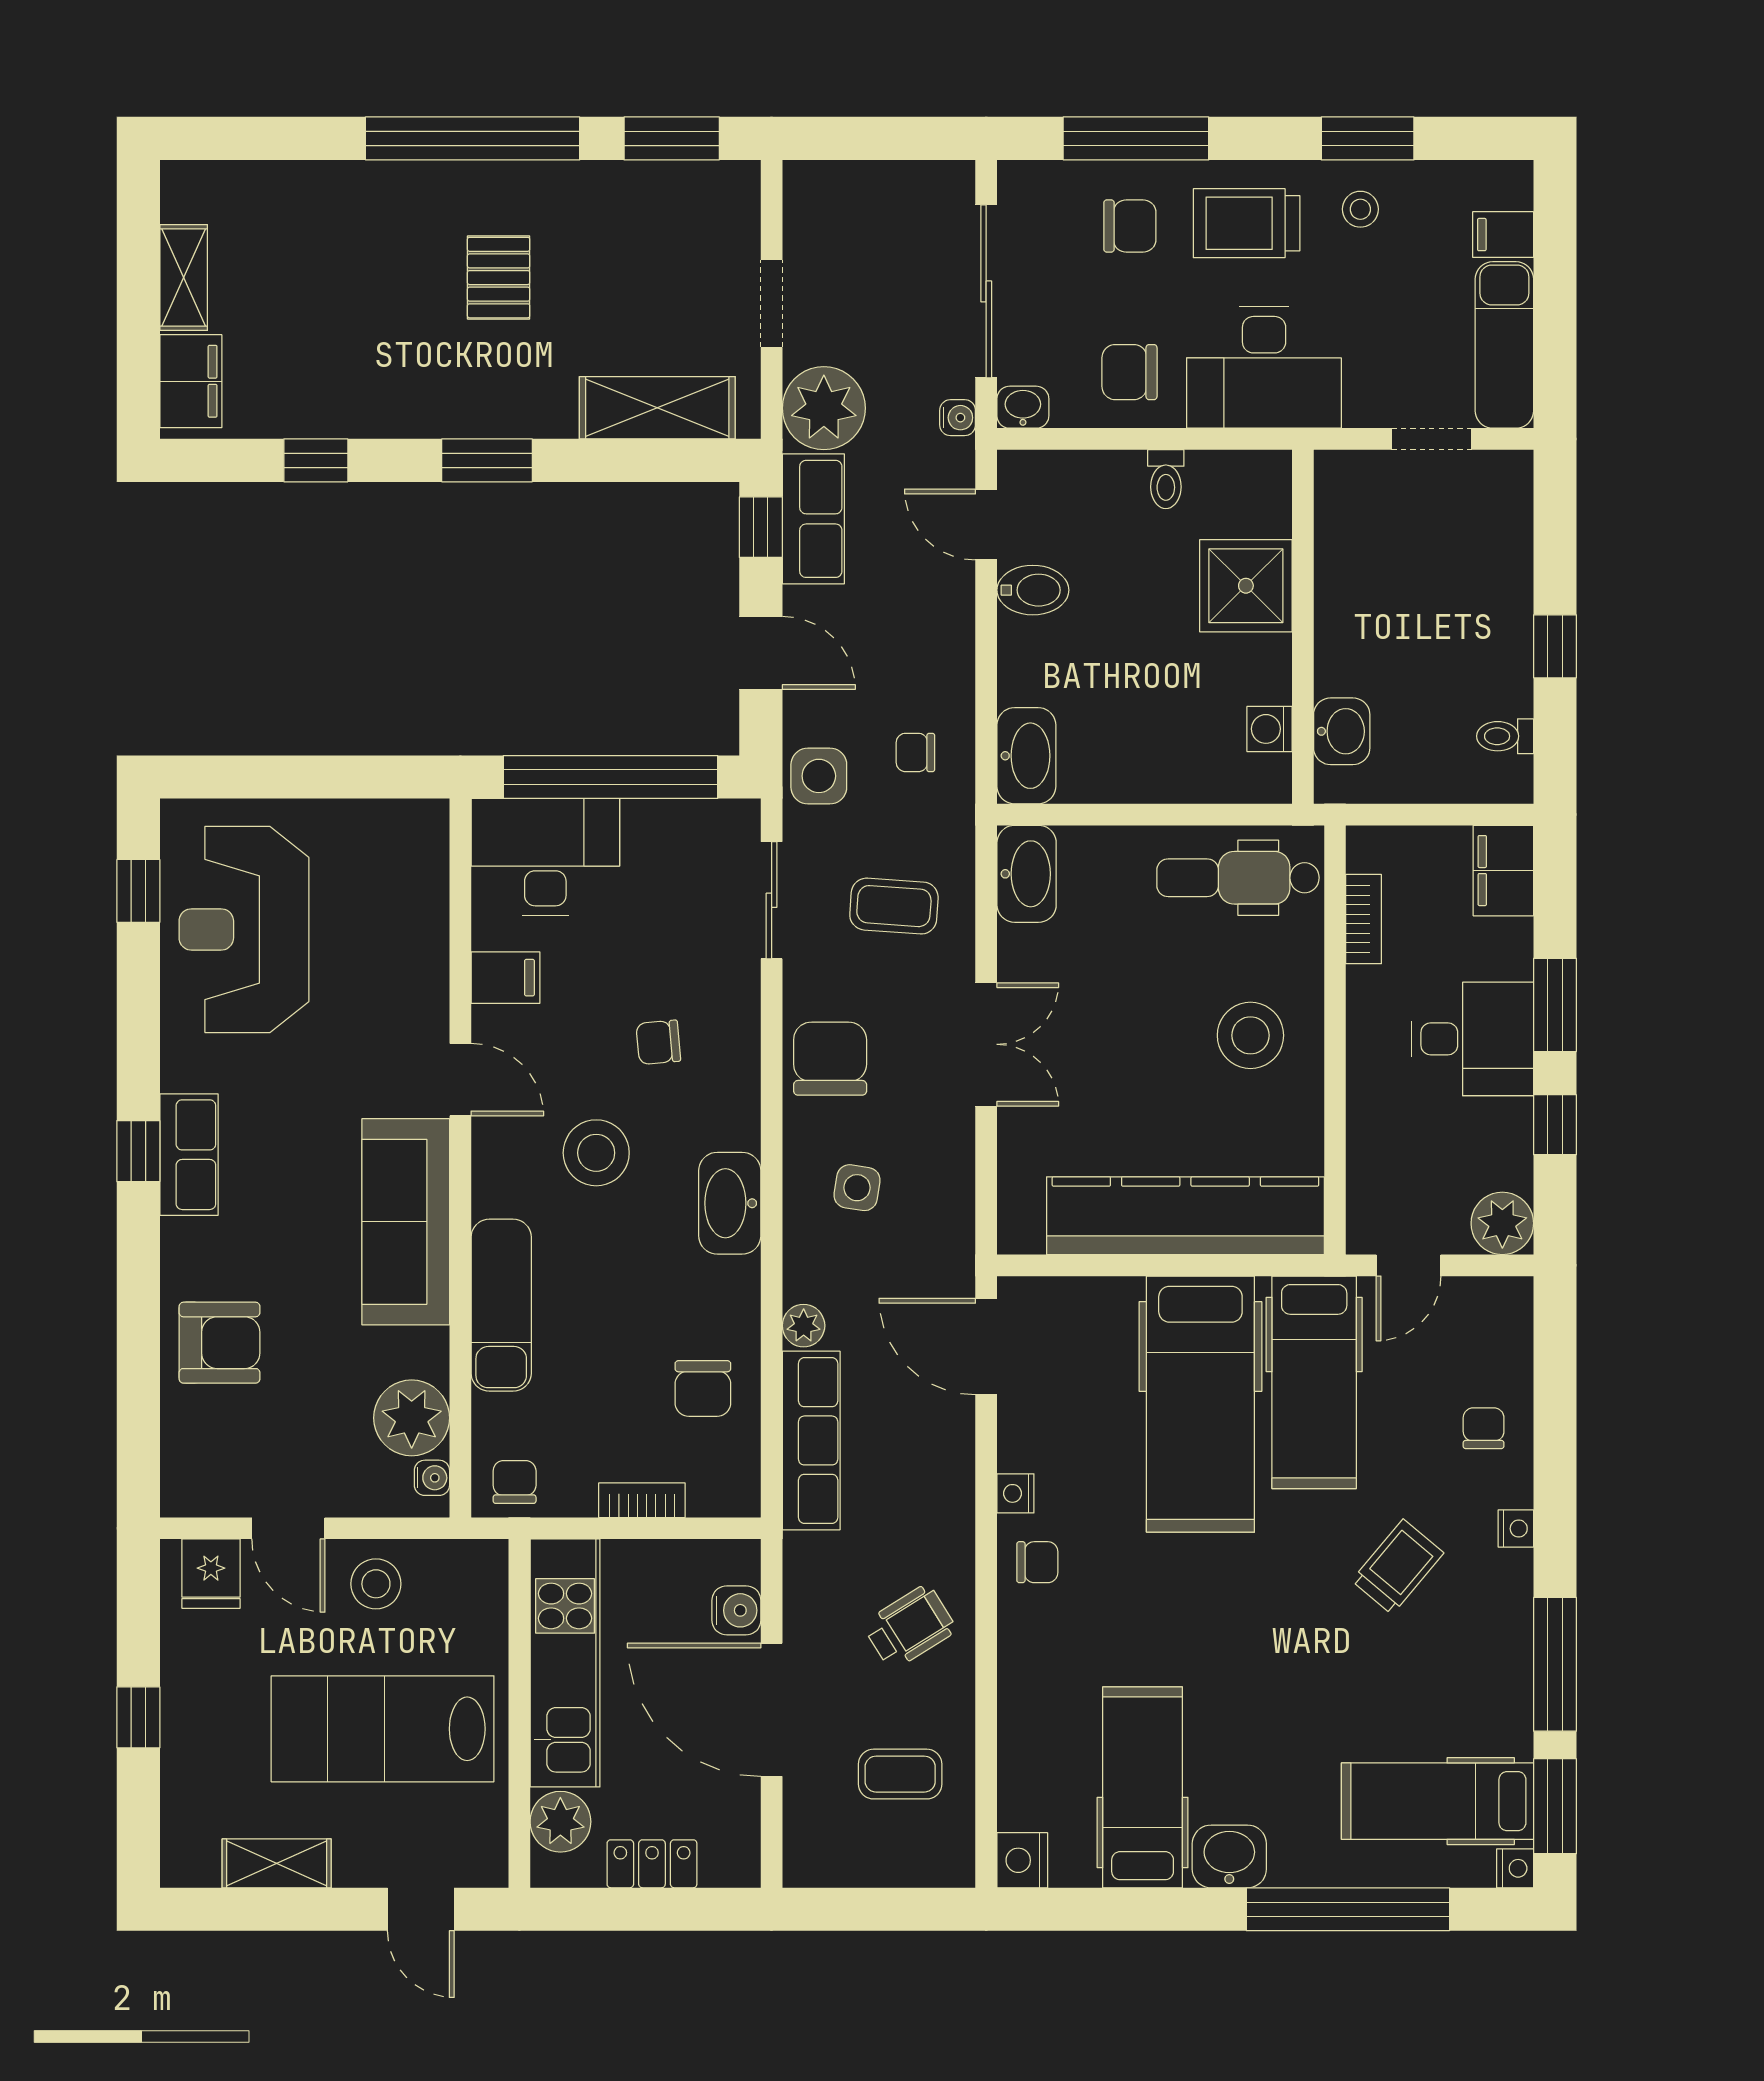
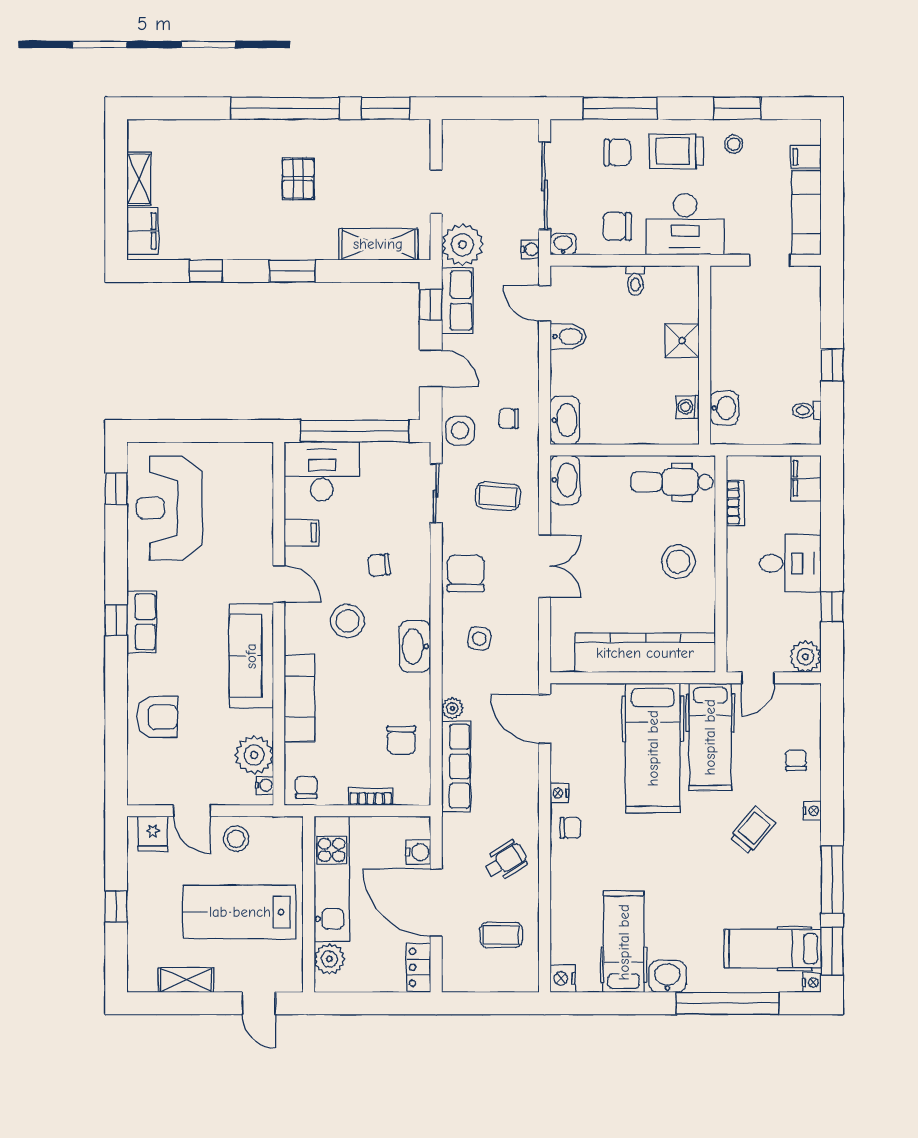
shower: (1246, 586) -> (682, 341), width x0.73, depth x0.73
window: (1555, 1005) -> (832, 546), removed
locker: (652, 1864) -> (419, 967), moved, turned -90

